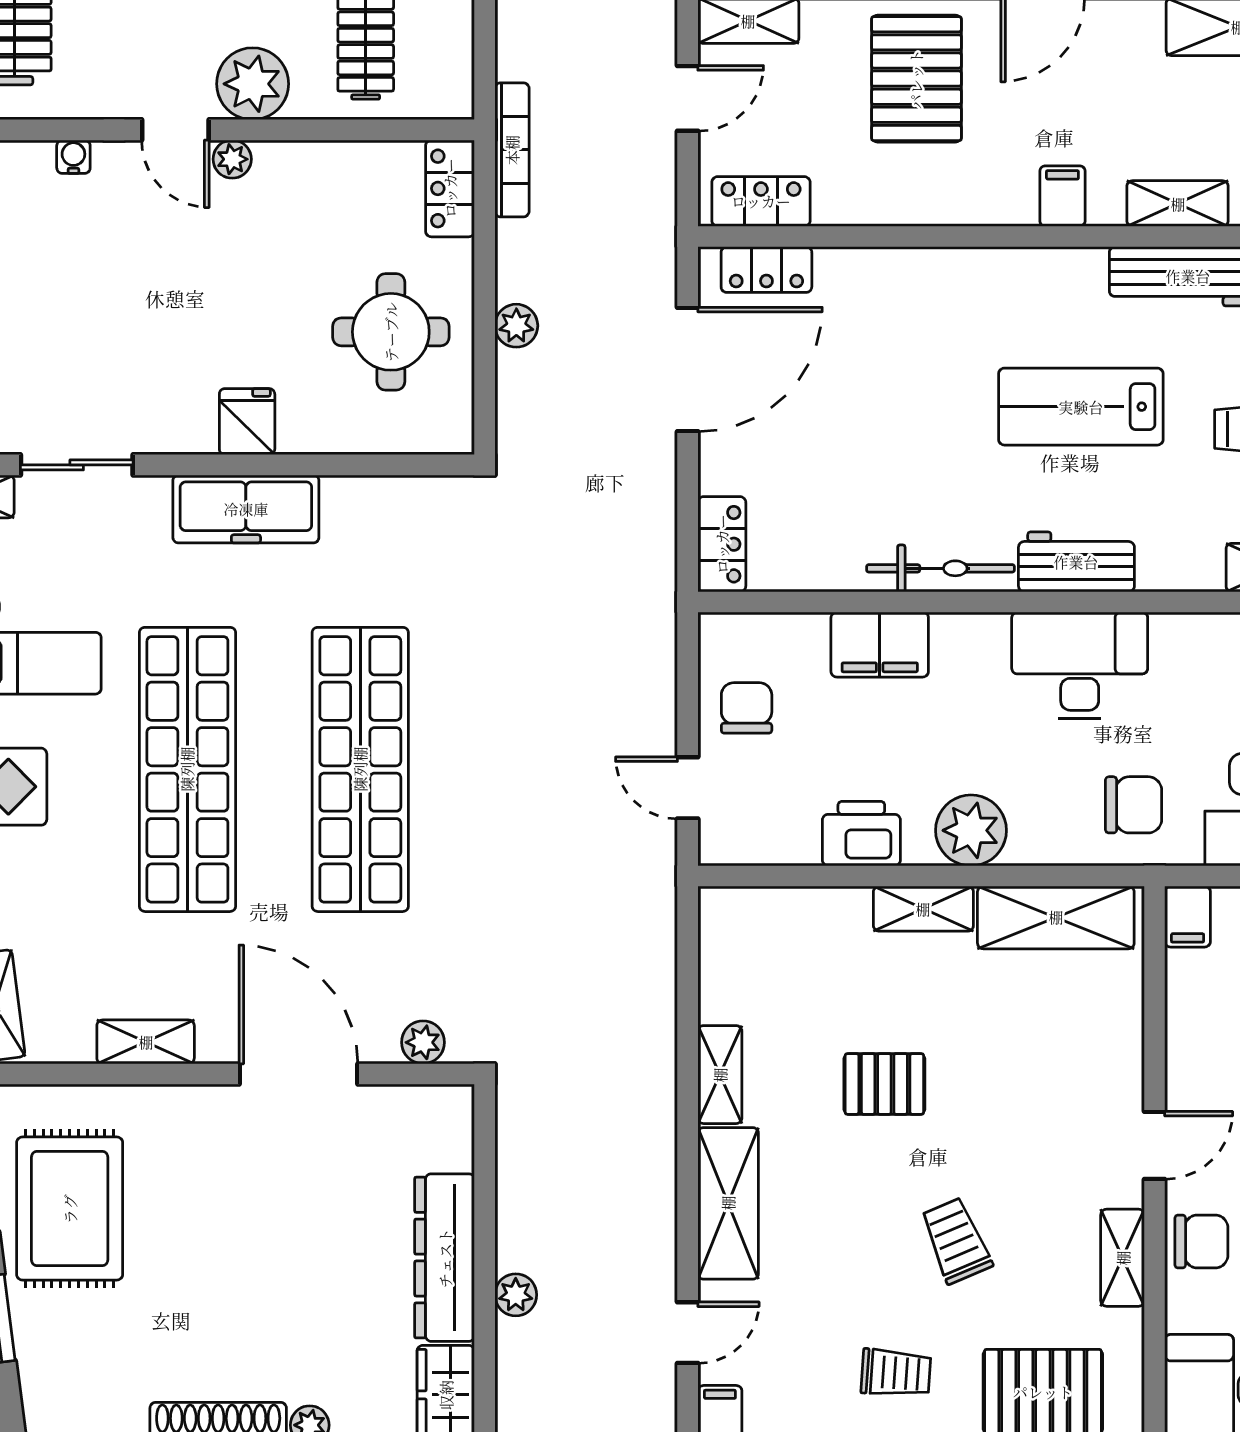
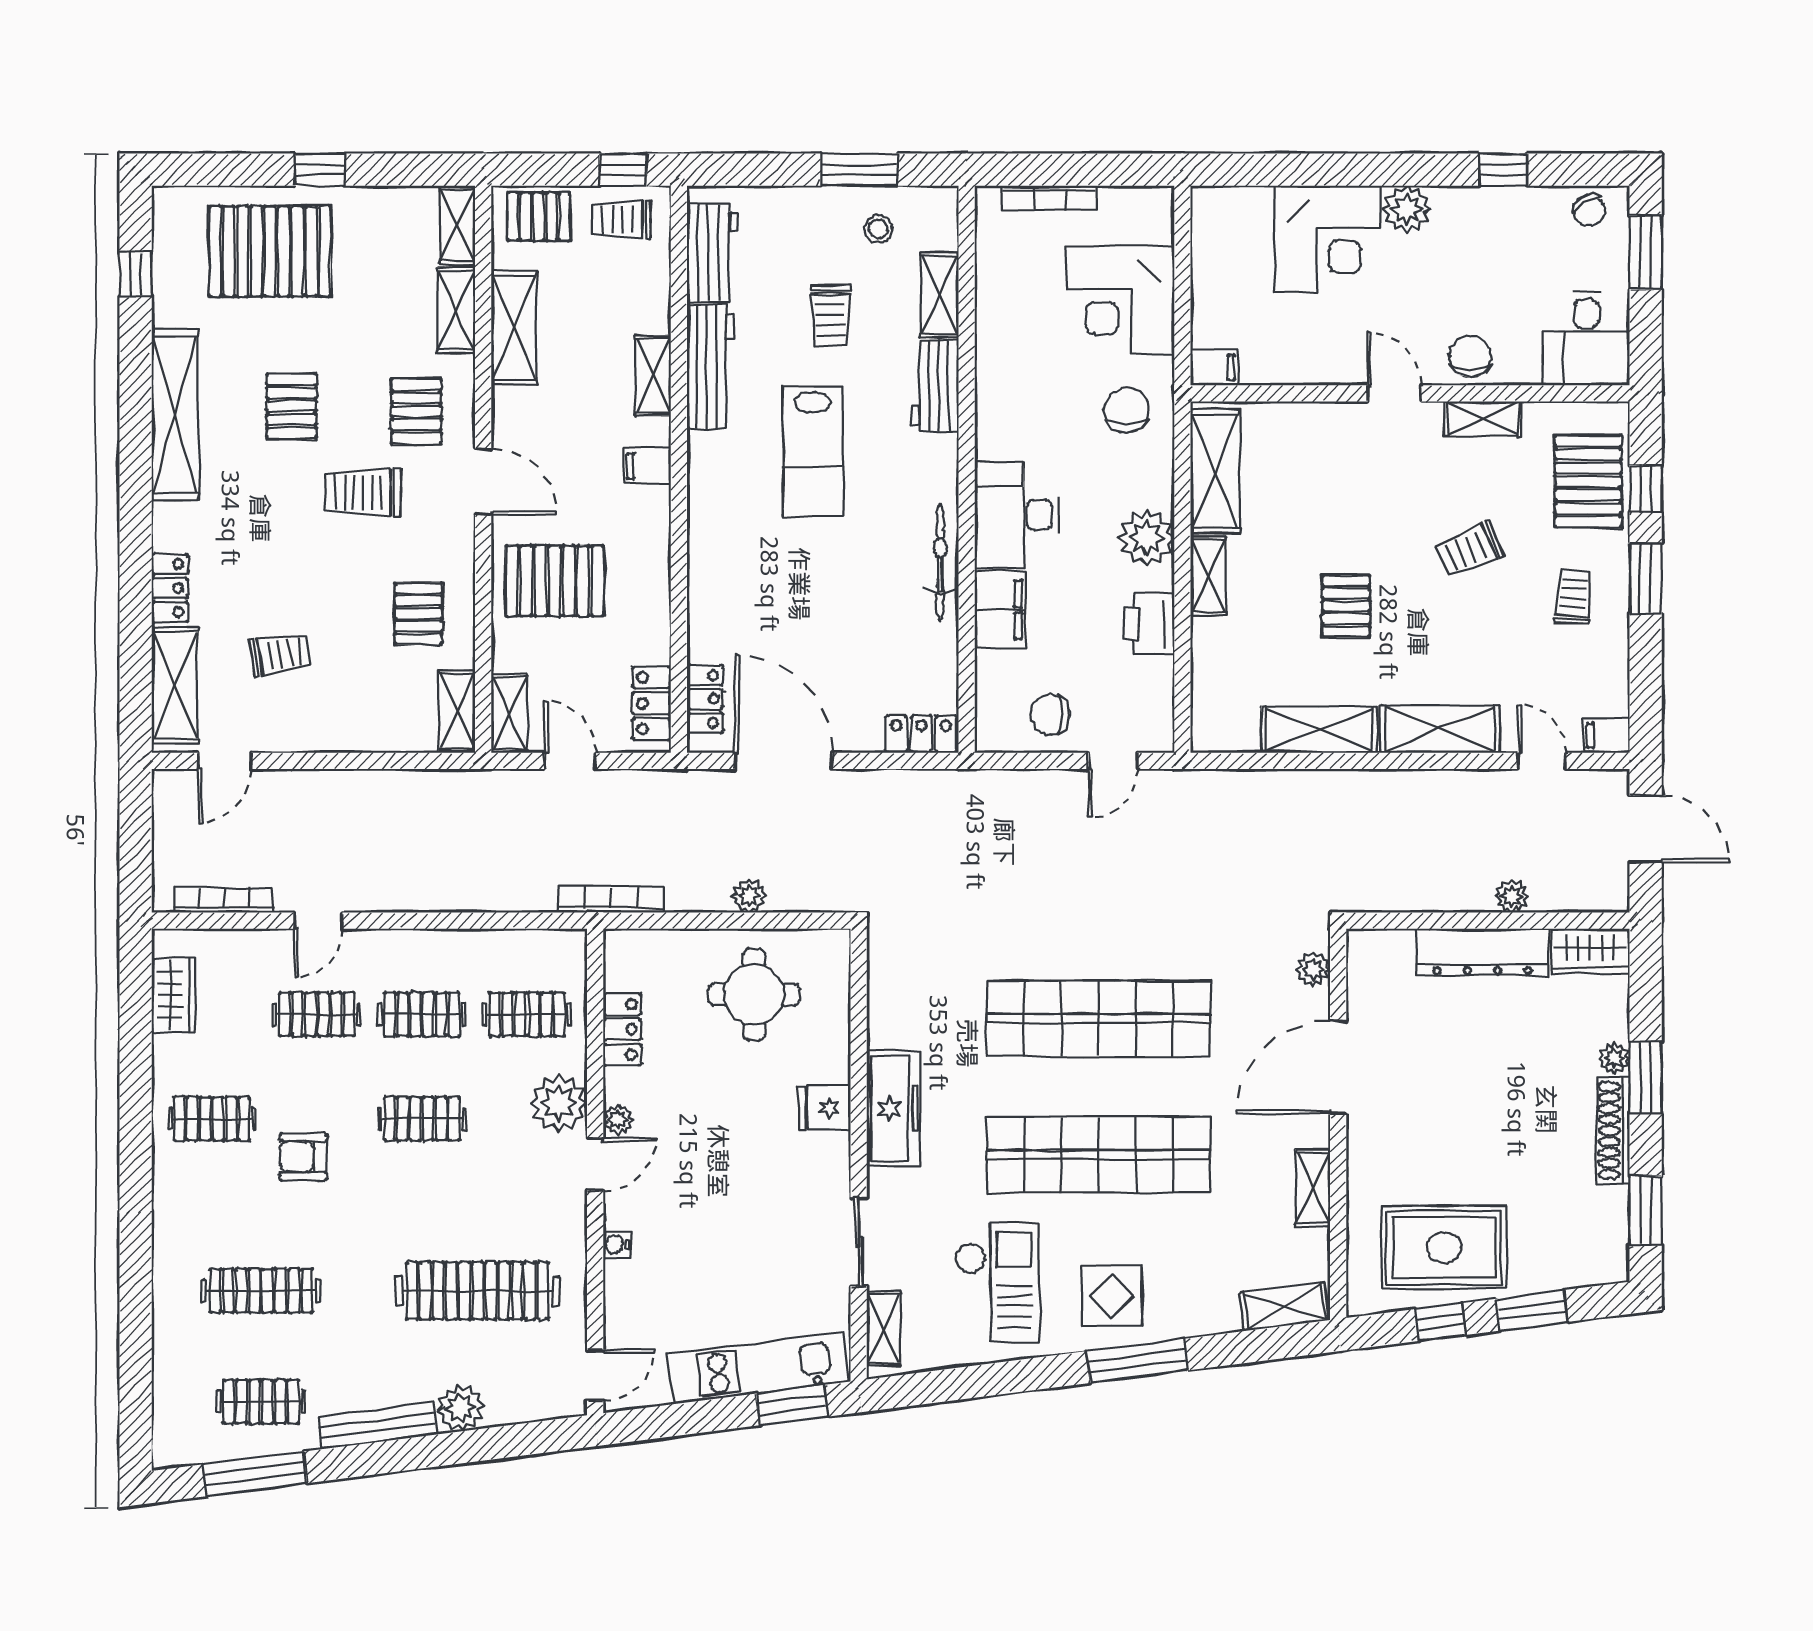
locker: (450, 188) -> (622, 1029), moved, turned -90
workbench: (1076, 562) -> (935, 386), moved
desk: (1080, 665) -> (1017, 515), moved
shelving: (720, 1075) -> (1319, 730), width x1.50, depth x1.33

